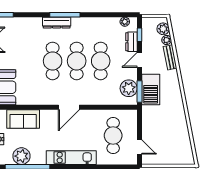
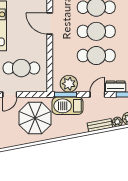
door: (139, 60) -> (97, 95), hinge flipped
parasol: (163, 122) -> (35, 118), added

